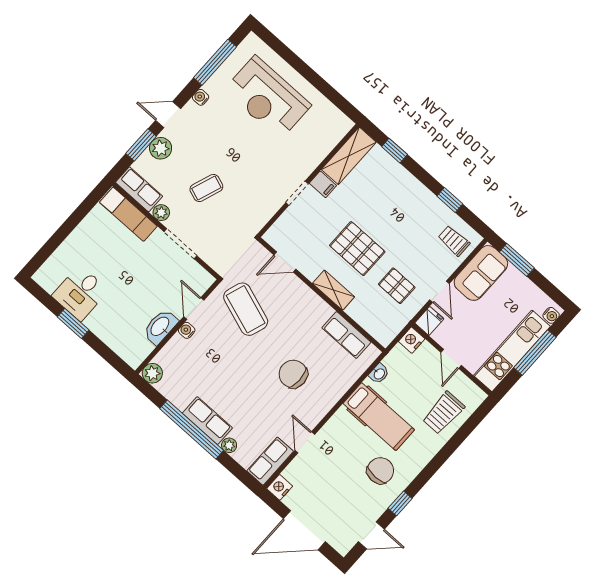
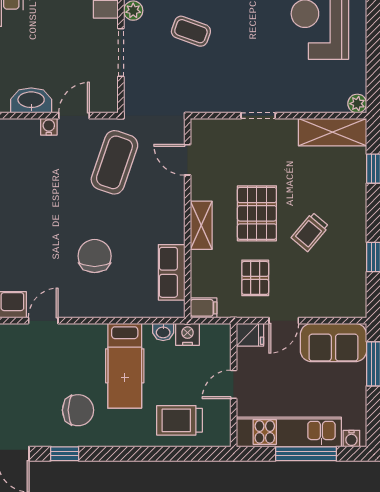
plant: (345, 124) -> (357, 104), added
filing cabinet: (323, 184) -> (204, 308), moved, turned -90
trolley: (454, 241) -> (310, 232), moved, turned -140
nightstand: (412, 340) -> (188, 334), moved

